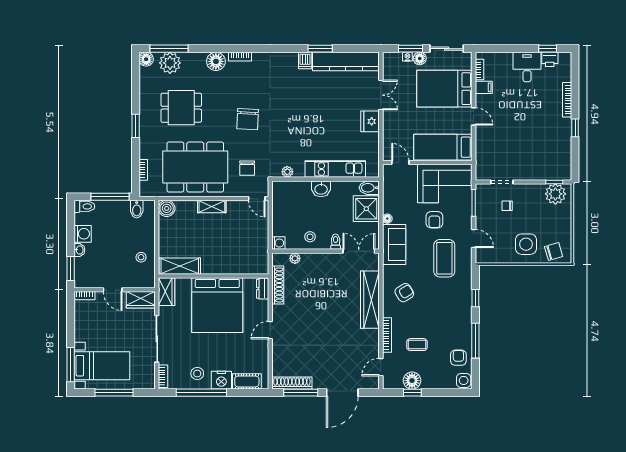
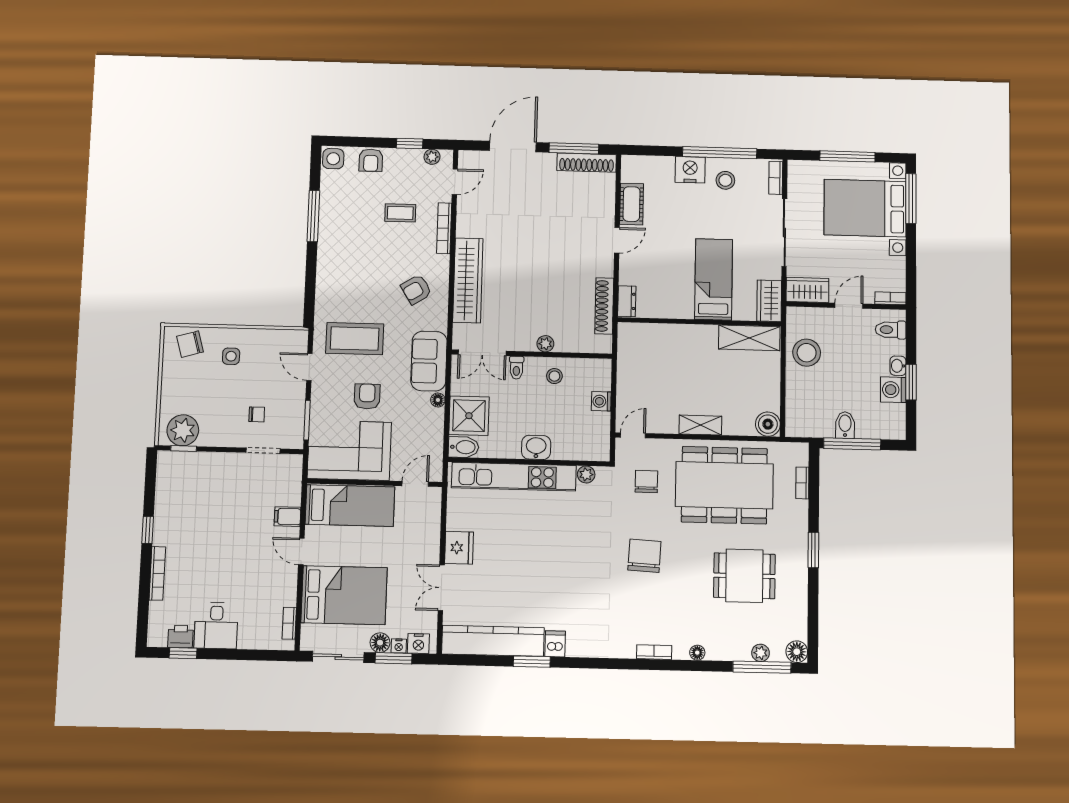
nightstand: (395, 59) -> (418, 644), added
floor lamp: (216, 61) -> (697, 653), width x0.53, depth x0.53
plant: (170, 63) -> (761, 653), width x0.53, depth x0.53
filing cabinet: (484, 87) -> (287, 517), moved
door: (400, 163) -> (415, 484), swing flipped
kitchen unit: (335, 169) -> (514, 477), width x1.36
door: (257, 199) -> (633, 435), hinge flipped
toilet: (84, 206) -> (891, 330), moved
bidet: (137, 209) -> (845, 425), moved
washing machine: (278, 243) -> (601, 401), moved
side table: (526, 244) -> (231, 356), width x0.54, depth x0.54
stool: (141, 257) -> (807, 353), width x1.89, depth x1.89
plant: (295, 258) -> (545, 344), moved
coffee table: (444, 258) -> (355, 339), turned 90
window: (71, 269) -> (911, 382), moved
door: (113, 290) -> (849, 306), hinge flipped
window: (475, 298) -> (311, 278), removed
bed: (217, 305) -> (714, 279), width x0.49
armchair: (458, 358) -> (371, 160), moved
bed with nightstands: (102, 366) -> (865, 208), width x1.36
cot: (247, 381) -> (632, 204), moved, turned 90
floor lamp: (412, 381) -> (410, 161), removed
plant: (397, 384) -> (432, 157), added

